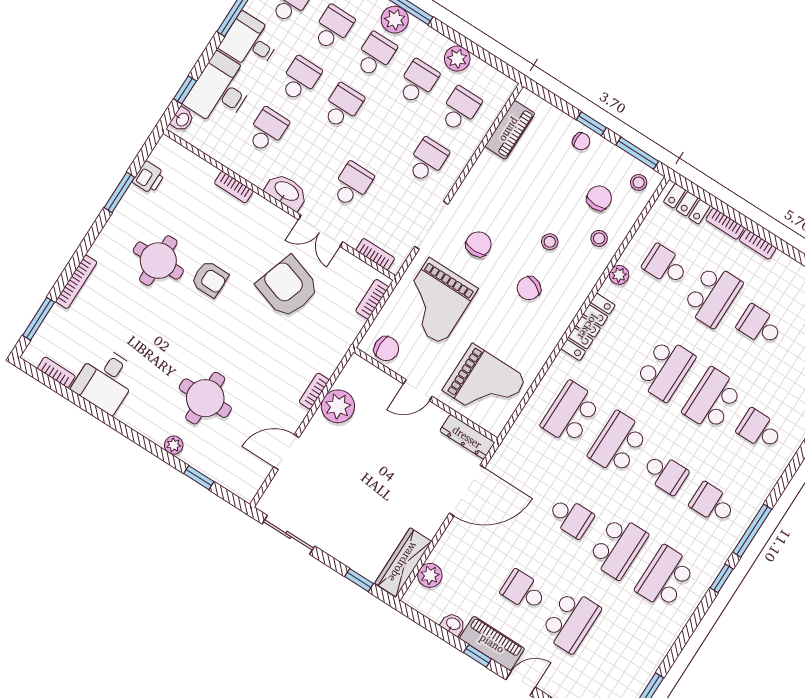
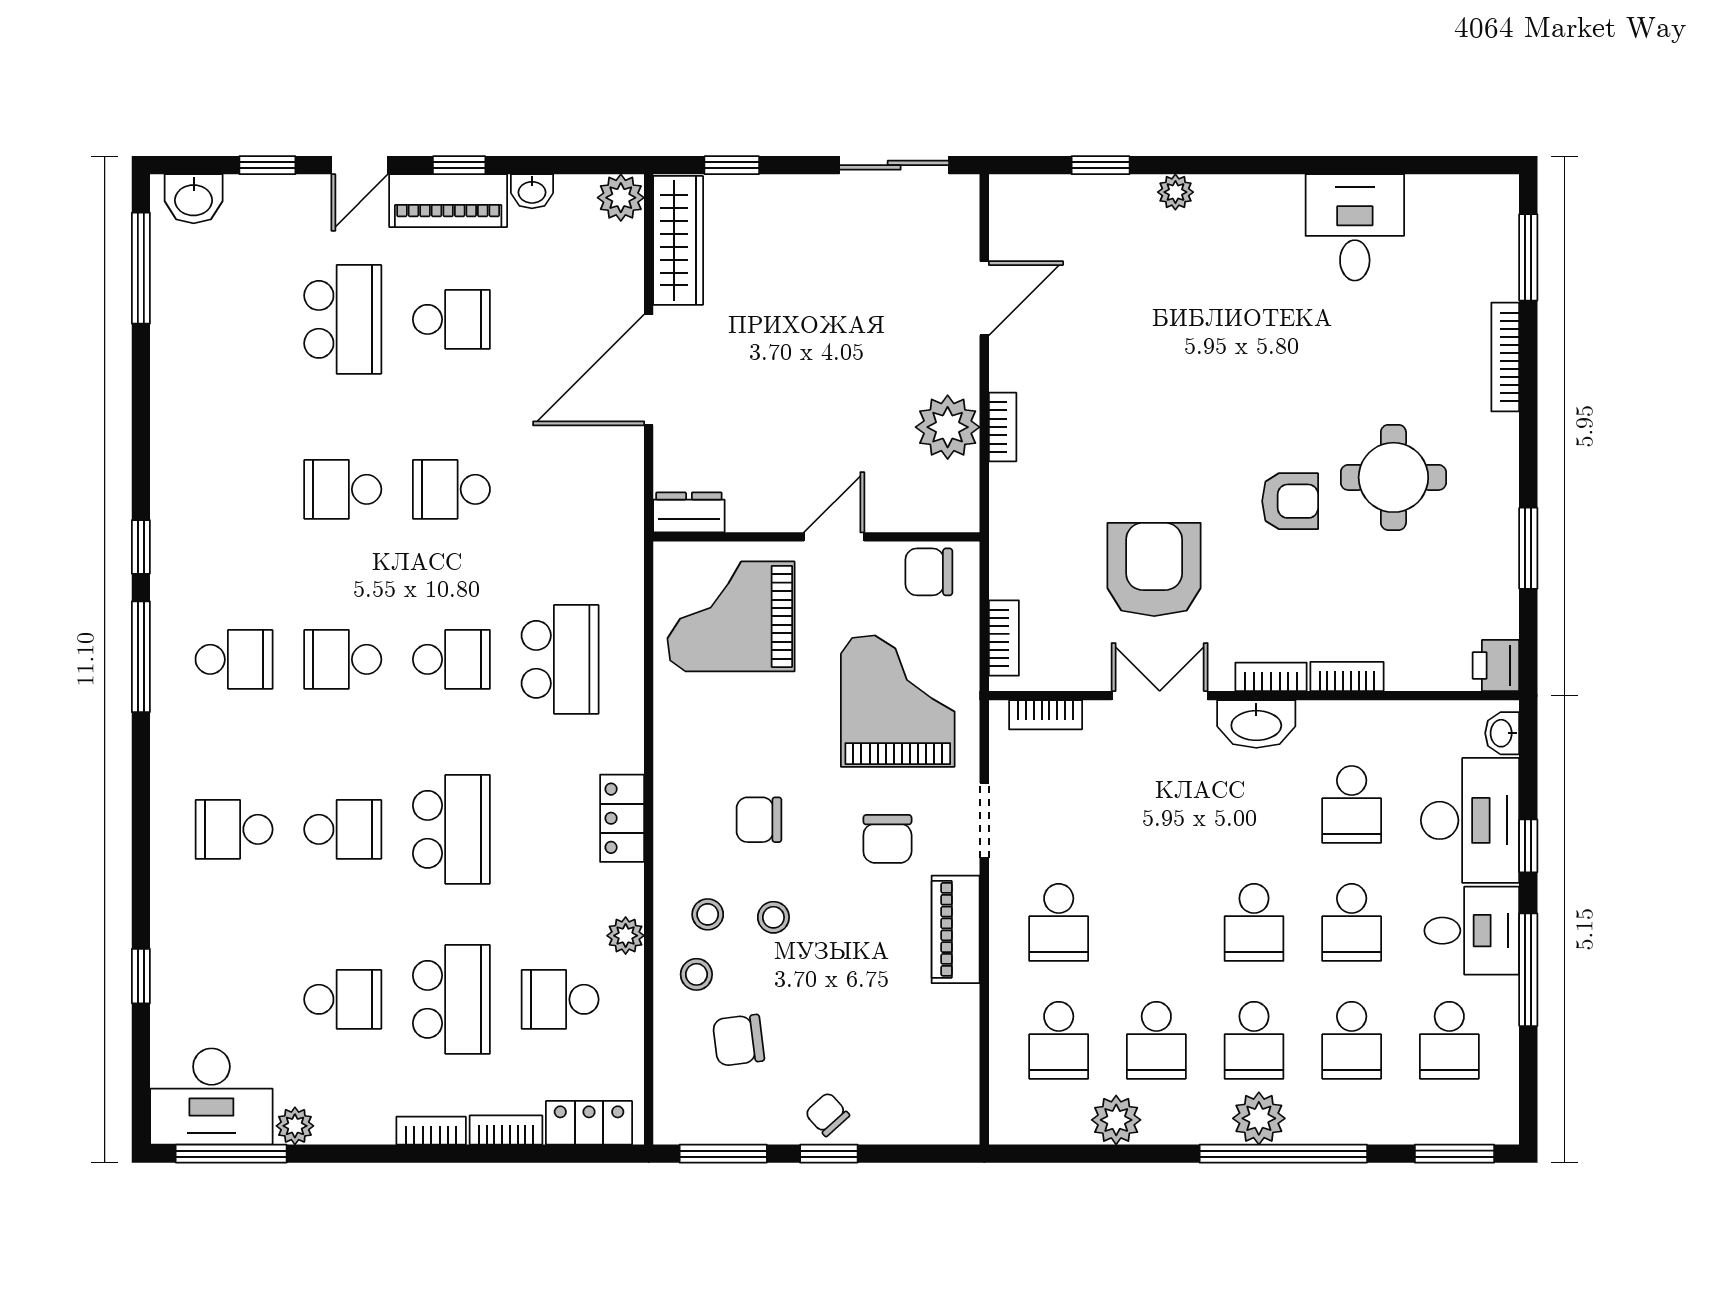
window: (185, 90) -> (1528, 846), moved
piano: (510, 130) -> (956, 929), moved
chair: (581, 141) -> (827, 1114), turned 48
printer: (149, 177) -> (1496, 665), moved
stool: (639, 182) -> (708, 914), moved
school desk: (352, 184) -> (1156, 804), removed
chair: (599, 198) -> (738, 1040), turned 83
doorway: (431, 225) -> (984, 820), width x0.73
school desk: (665, 265) -> (560, 999), turned 180
armchair: (210, 279) -> (1290, 501), turned 180
armchair: (288, 287) -> (1154, 570), turned -108
chair: (529, 288) -> (759, 820), turned -116
school desk: (712, 296) -> (451, 999), turned 180
locker: (588, 327) -> (622, 818), width x0.66
school desk: (665, 369) -> (451, 829), turned 180
bookcase: (56, 372) -> (1271, 677), moved, turned 180
round table: (205, 398) -> (1173, 302), removed
school desk: (712, 400) -> (343, 829), width x0.54
school desk: (760, 430) -> (234, 829), turned 180
dresser: (467, 437) -> (689, 512), width x0.70
school desk: (618, 443) -> (451, 659), width x0.54
door: (467, 491) -> (649, 370), moved
school desk: (618, 547) -> (343, 489), width x0.54
plant: (430, 575) -> (621, 198), moved
school desk: (665, 577) -> (234, 489), removed
school desk: (571, 621) -> (343, 319), turned 180

